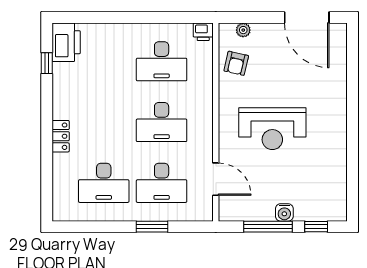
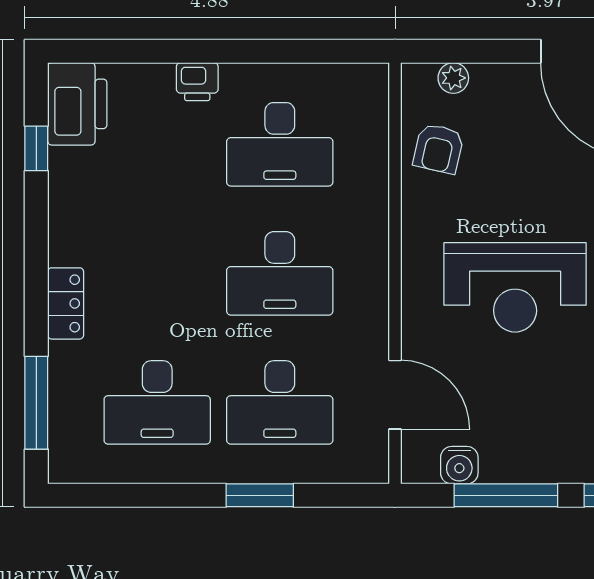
printer: (203, 32) -> (197, 82), moved
window: (47, 183) -> (36, 403), added
water cooler: (284, 212) -> (459, 465), moved

